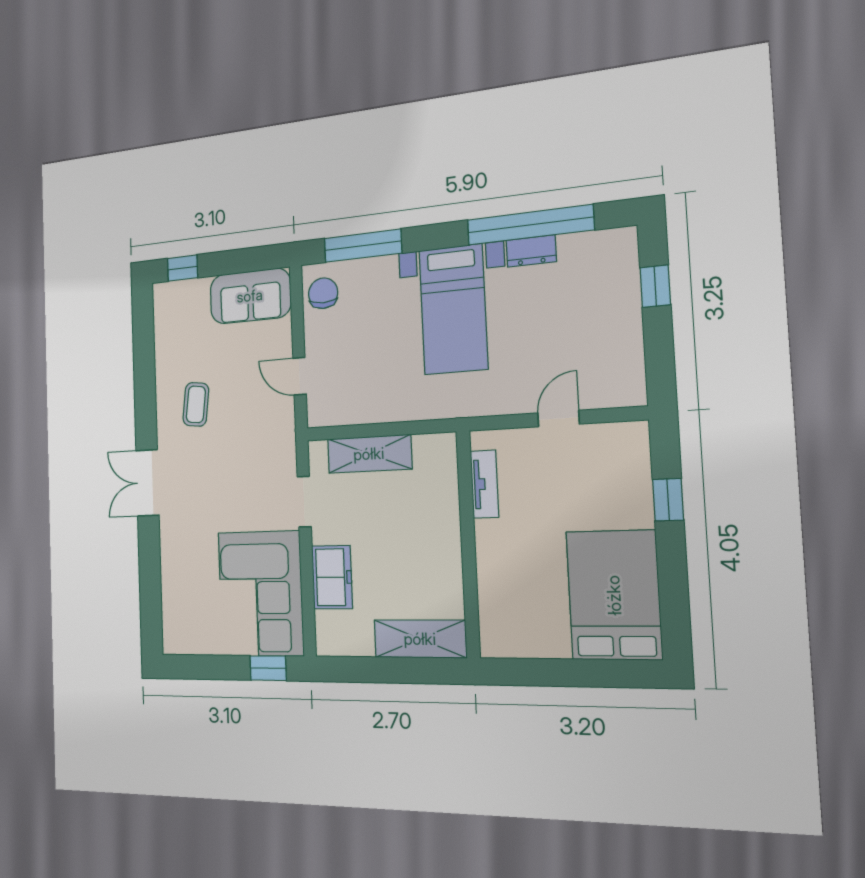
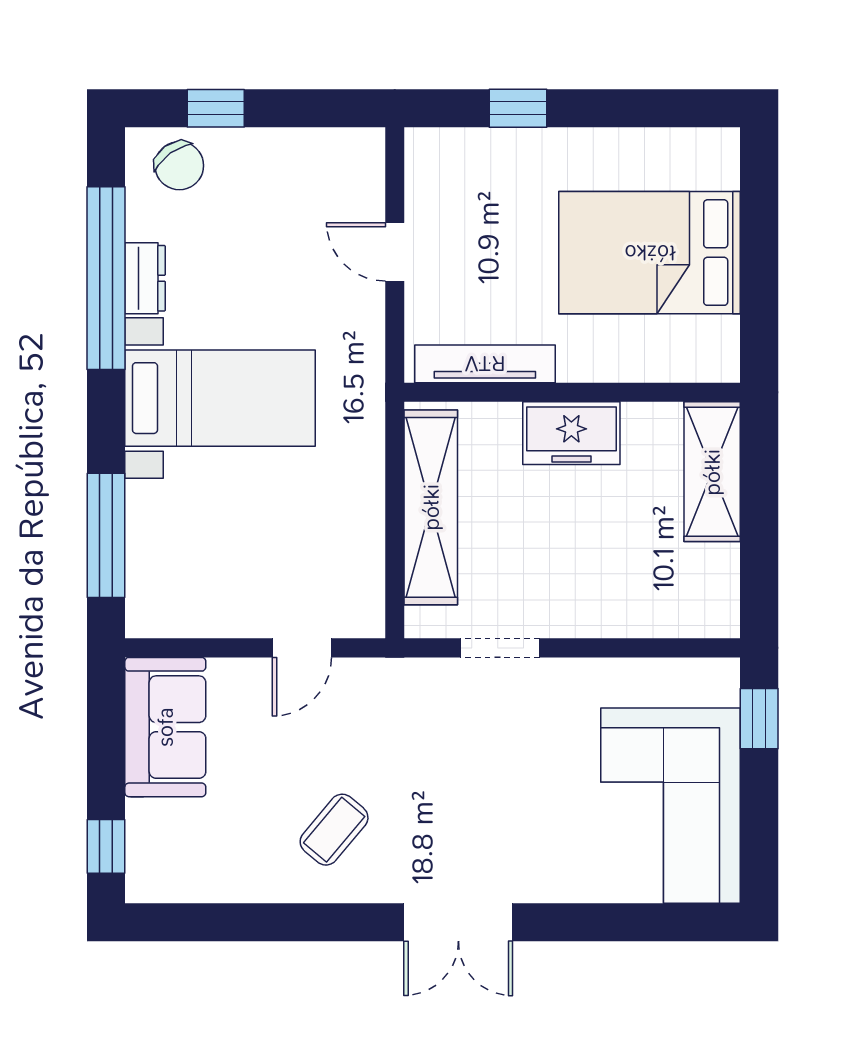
chair: (323, 293) -> (179, 166), moved, turned -126
coffee table: (196, 404) -> (334, 830), turned -57
shelving: (369, 454) -> (431, 507), width x1.47
tv unit: (484, 484) -> (485, 364), width x1.41
freezer: (332, 577) -> (571, 433), moved, turned 180
corner sofa: (261, 594) -> (670, 806), moved, turned 90
bed: (614, 595) -> (650, 253), moved

